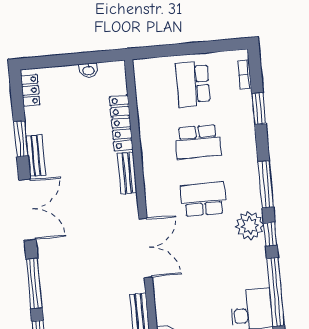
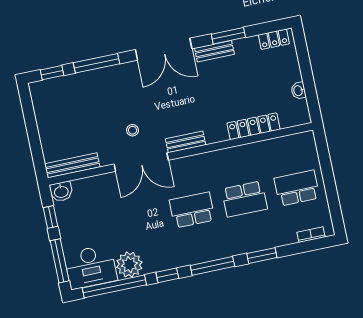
window: (259, 109) -> (262, 256), moved
school desk: (198, 142) -> (244, 199), turned -90
bench: (127, 173) -> (186, 142), moved
school desk: (203, 199) -> (192, 210), turned -90
plant: (250, 226) -> (129, 265), moved
stool: (110, 253) -> (133, 130), added

